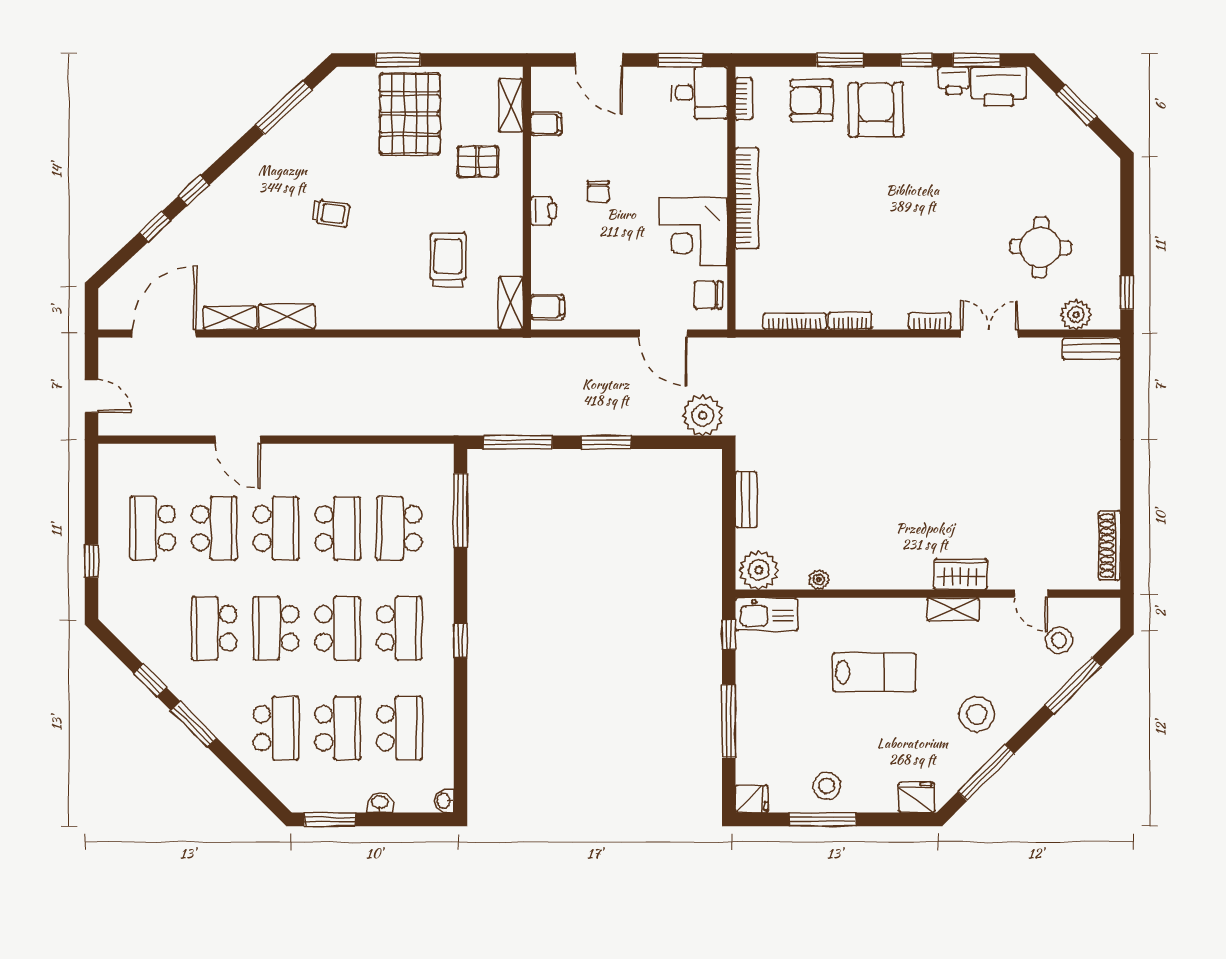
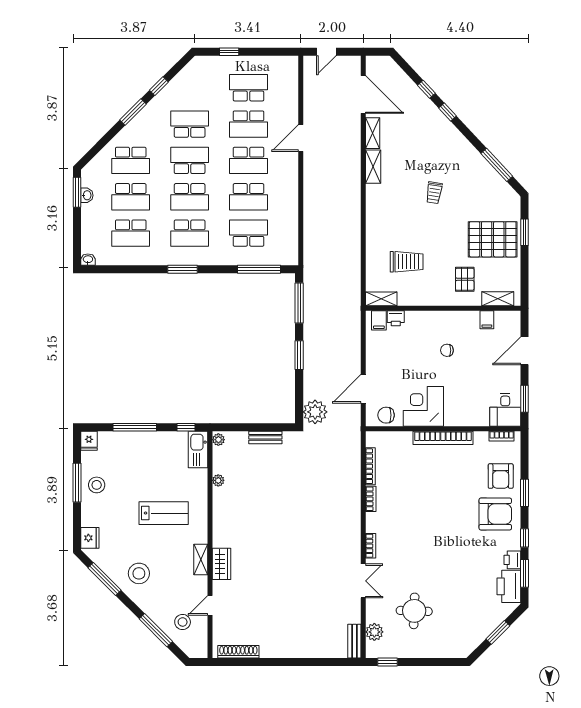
armchair: (812, 100) -> (501, 476), turned 180
printer: (544, 211) -> (396, 318), moved
chair: (708, 295) -> (386, 415), turned -90
plant: (759, 570) -> (218, 440), width x0.53, depth x0.53
window: (460, 640) -> (182, 269), width x1.50
lab bench: (874, 672) -> (164, 513), turned -90
washbasin: (380, 803) -> (87, 195), moved

